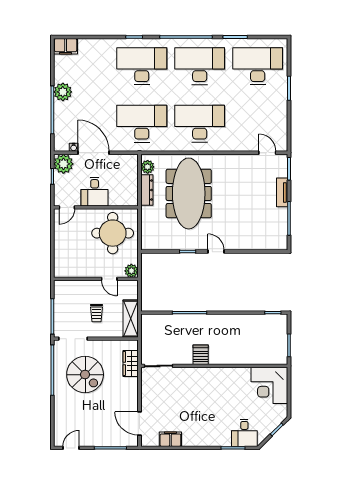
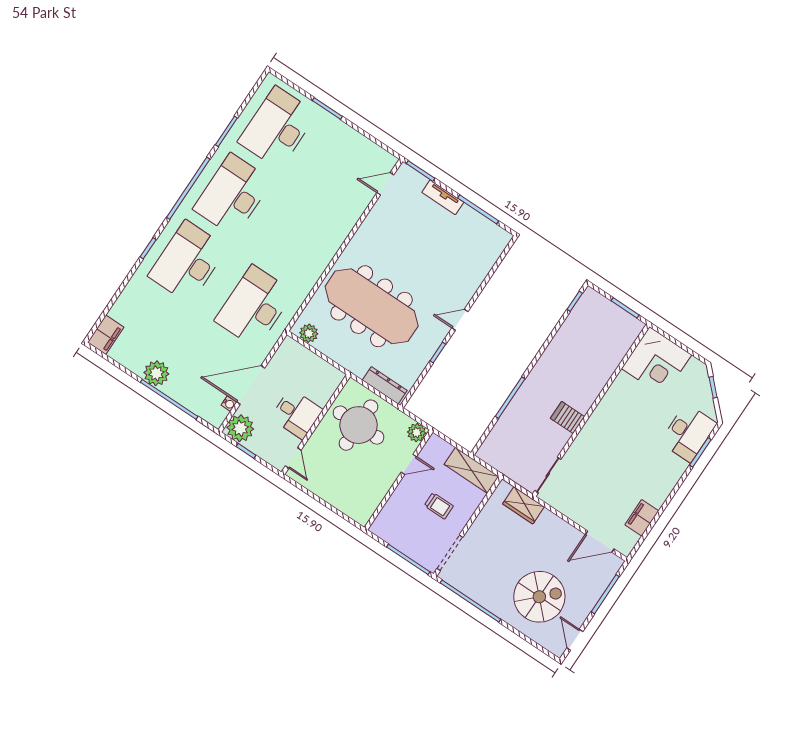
desk: (200, 124) -> (299, 239), removed
dresser: (147, 190) -> (385, 385), moved
spiral stairs: (85, 375) -> (539, 597), moved
desk: (244, 433) -> (688, 433), width x1.37

